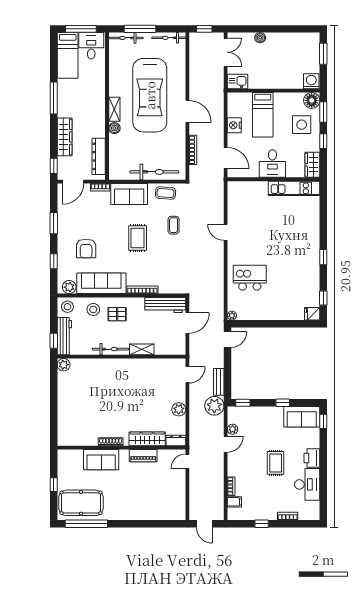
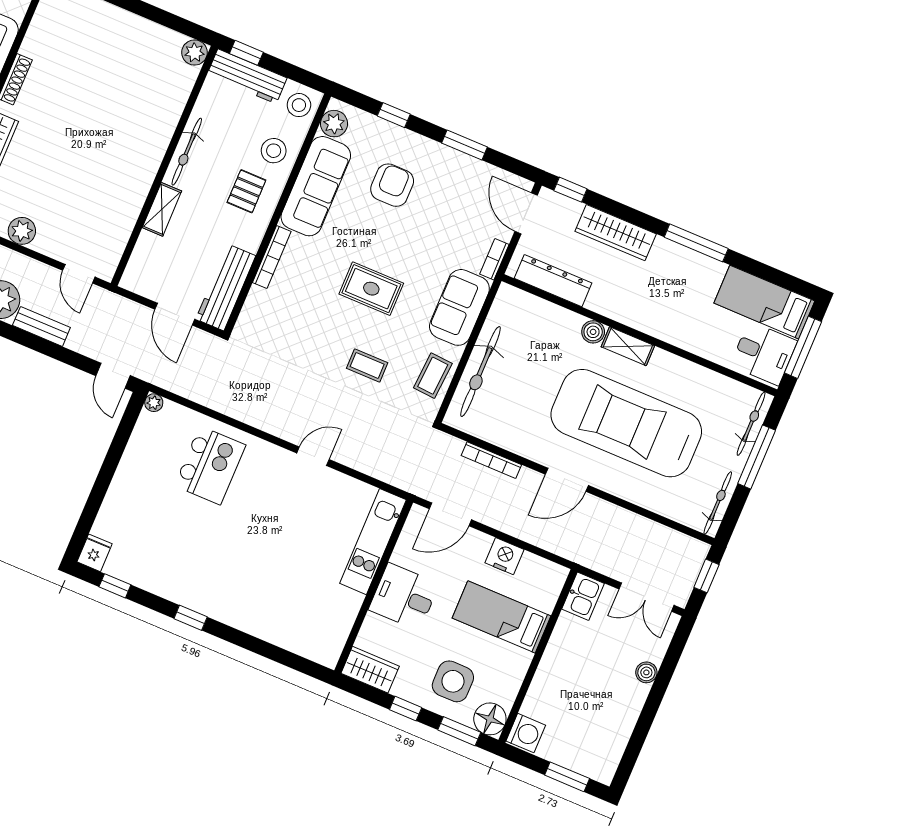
kitchen unit: (294, 188) -> (373, 542), moved
armchair: (86, 249) -> (392, 185), turned 90

